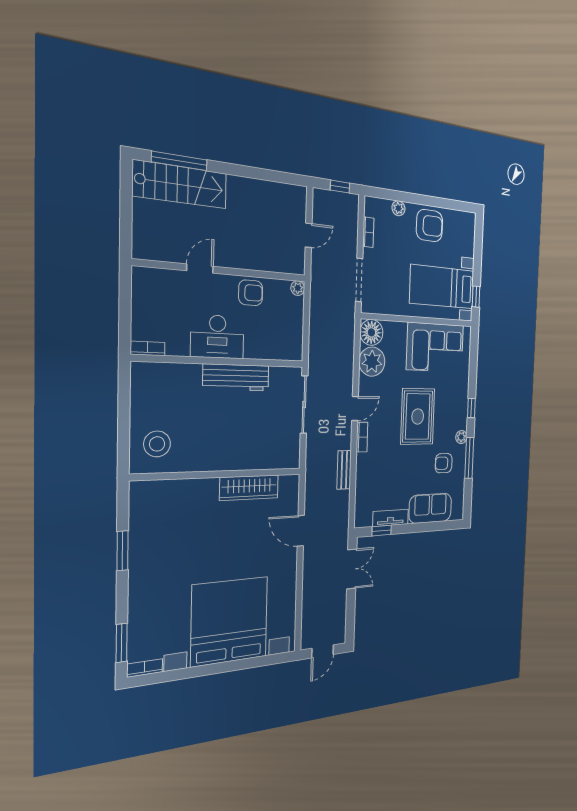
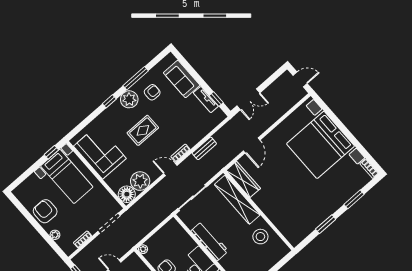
rug: (418, 416) -> (143, 130), width x0.73, depth x0.70
plant: (461, 437) -> (129, 99), width x1.88, depth x1.88
stool: (157, 444) -> (260, 237), moved
shelving: (255, 458) -> (237, 200), added
armchair: (444, 463) -> (152, 92), turned -90
wardrobe: (249, 488) -> (243, 179), moved
double door: (352, 569) -> (248, 99), swing flipped
window: (122, 643) -> (354, 199), moved

